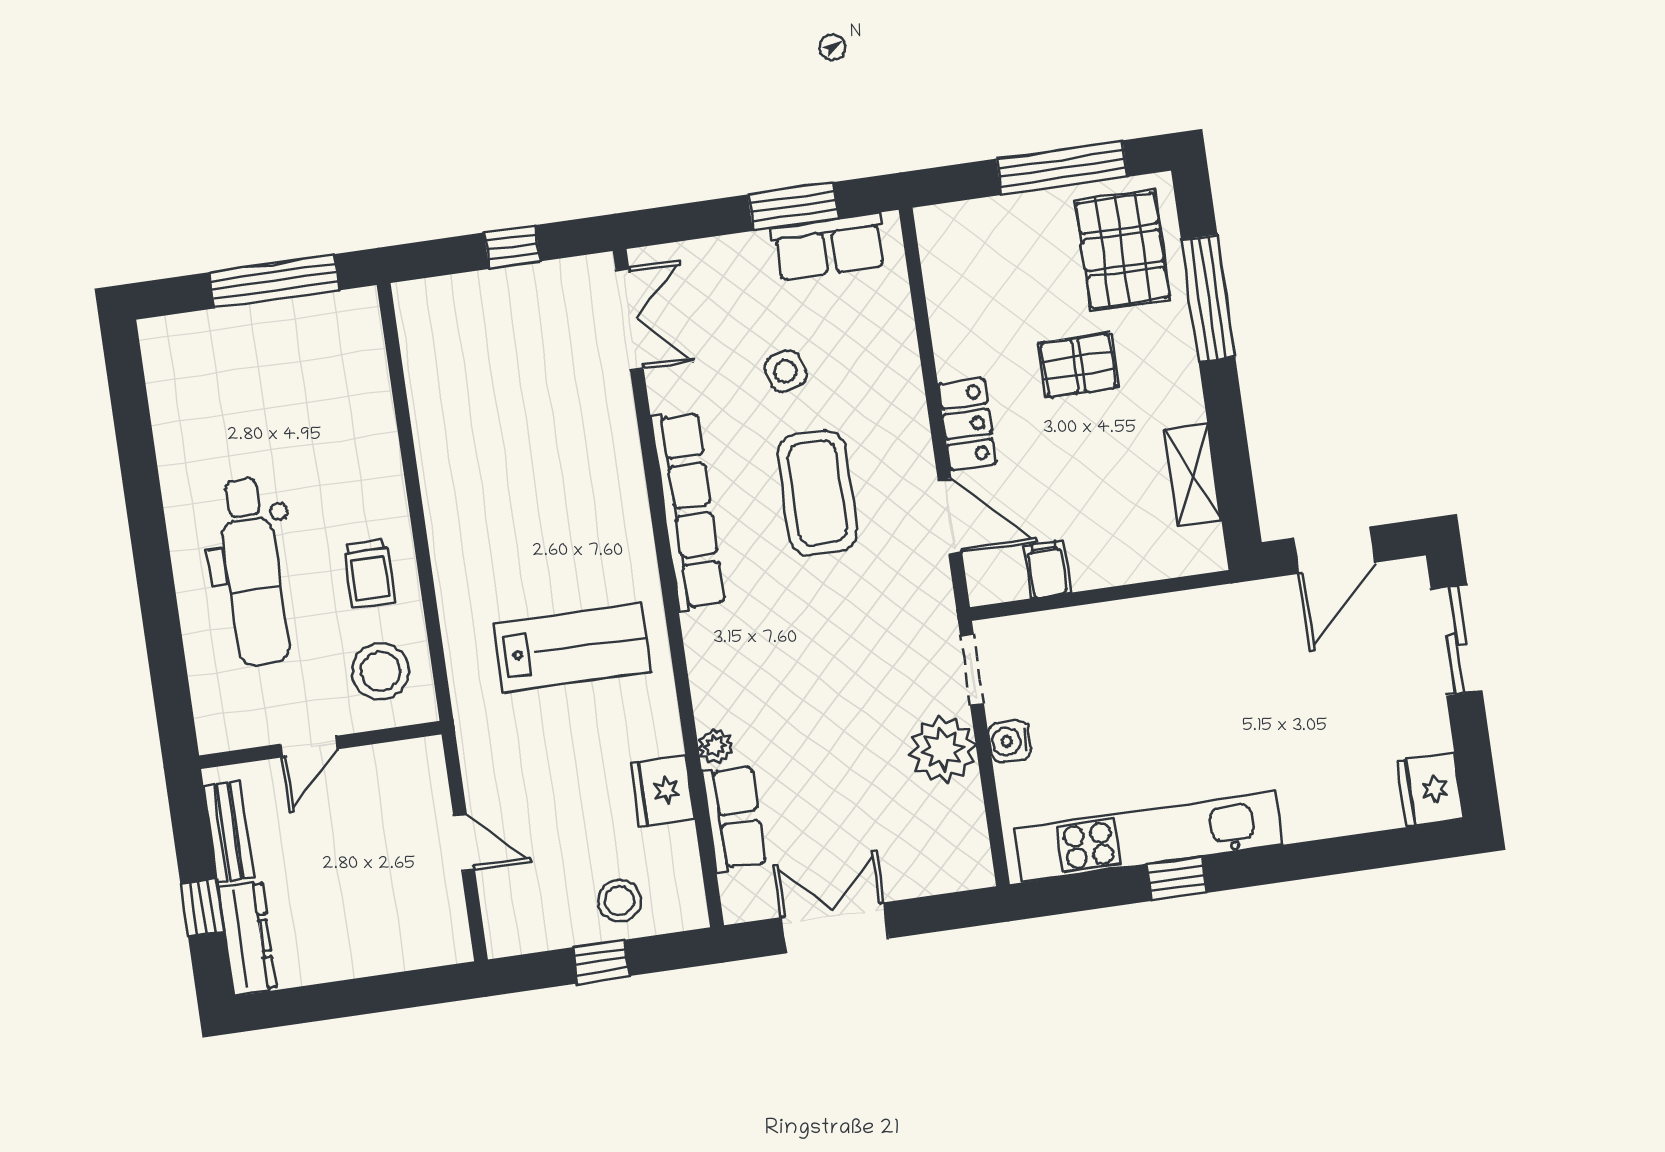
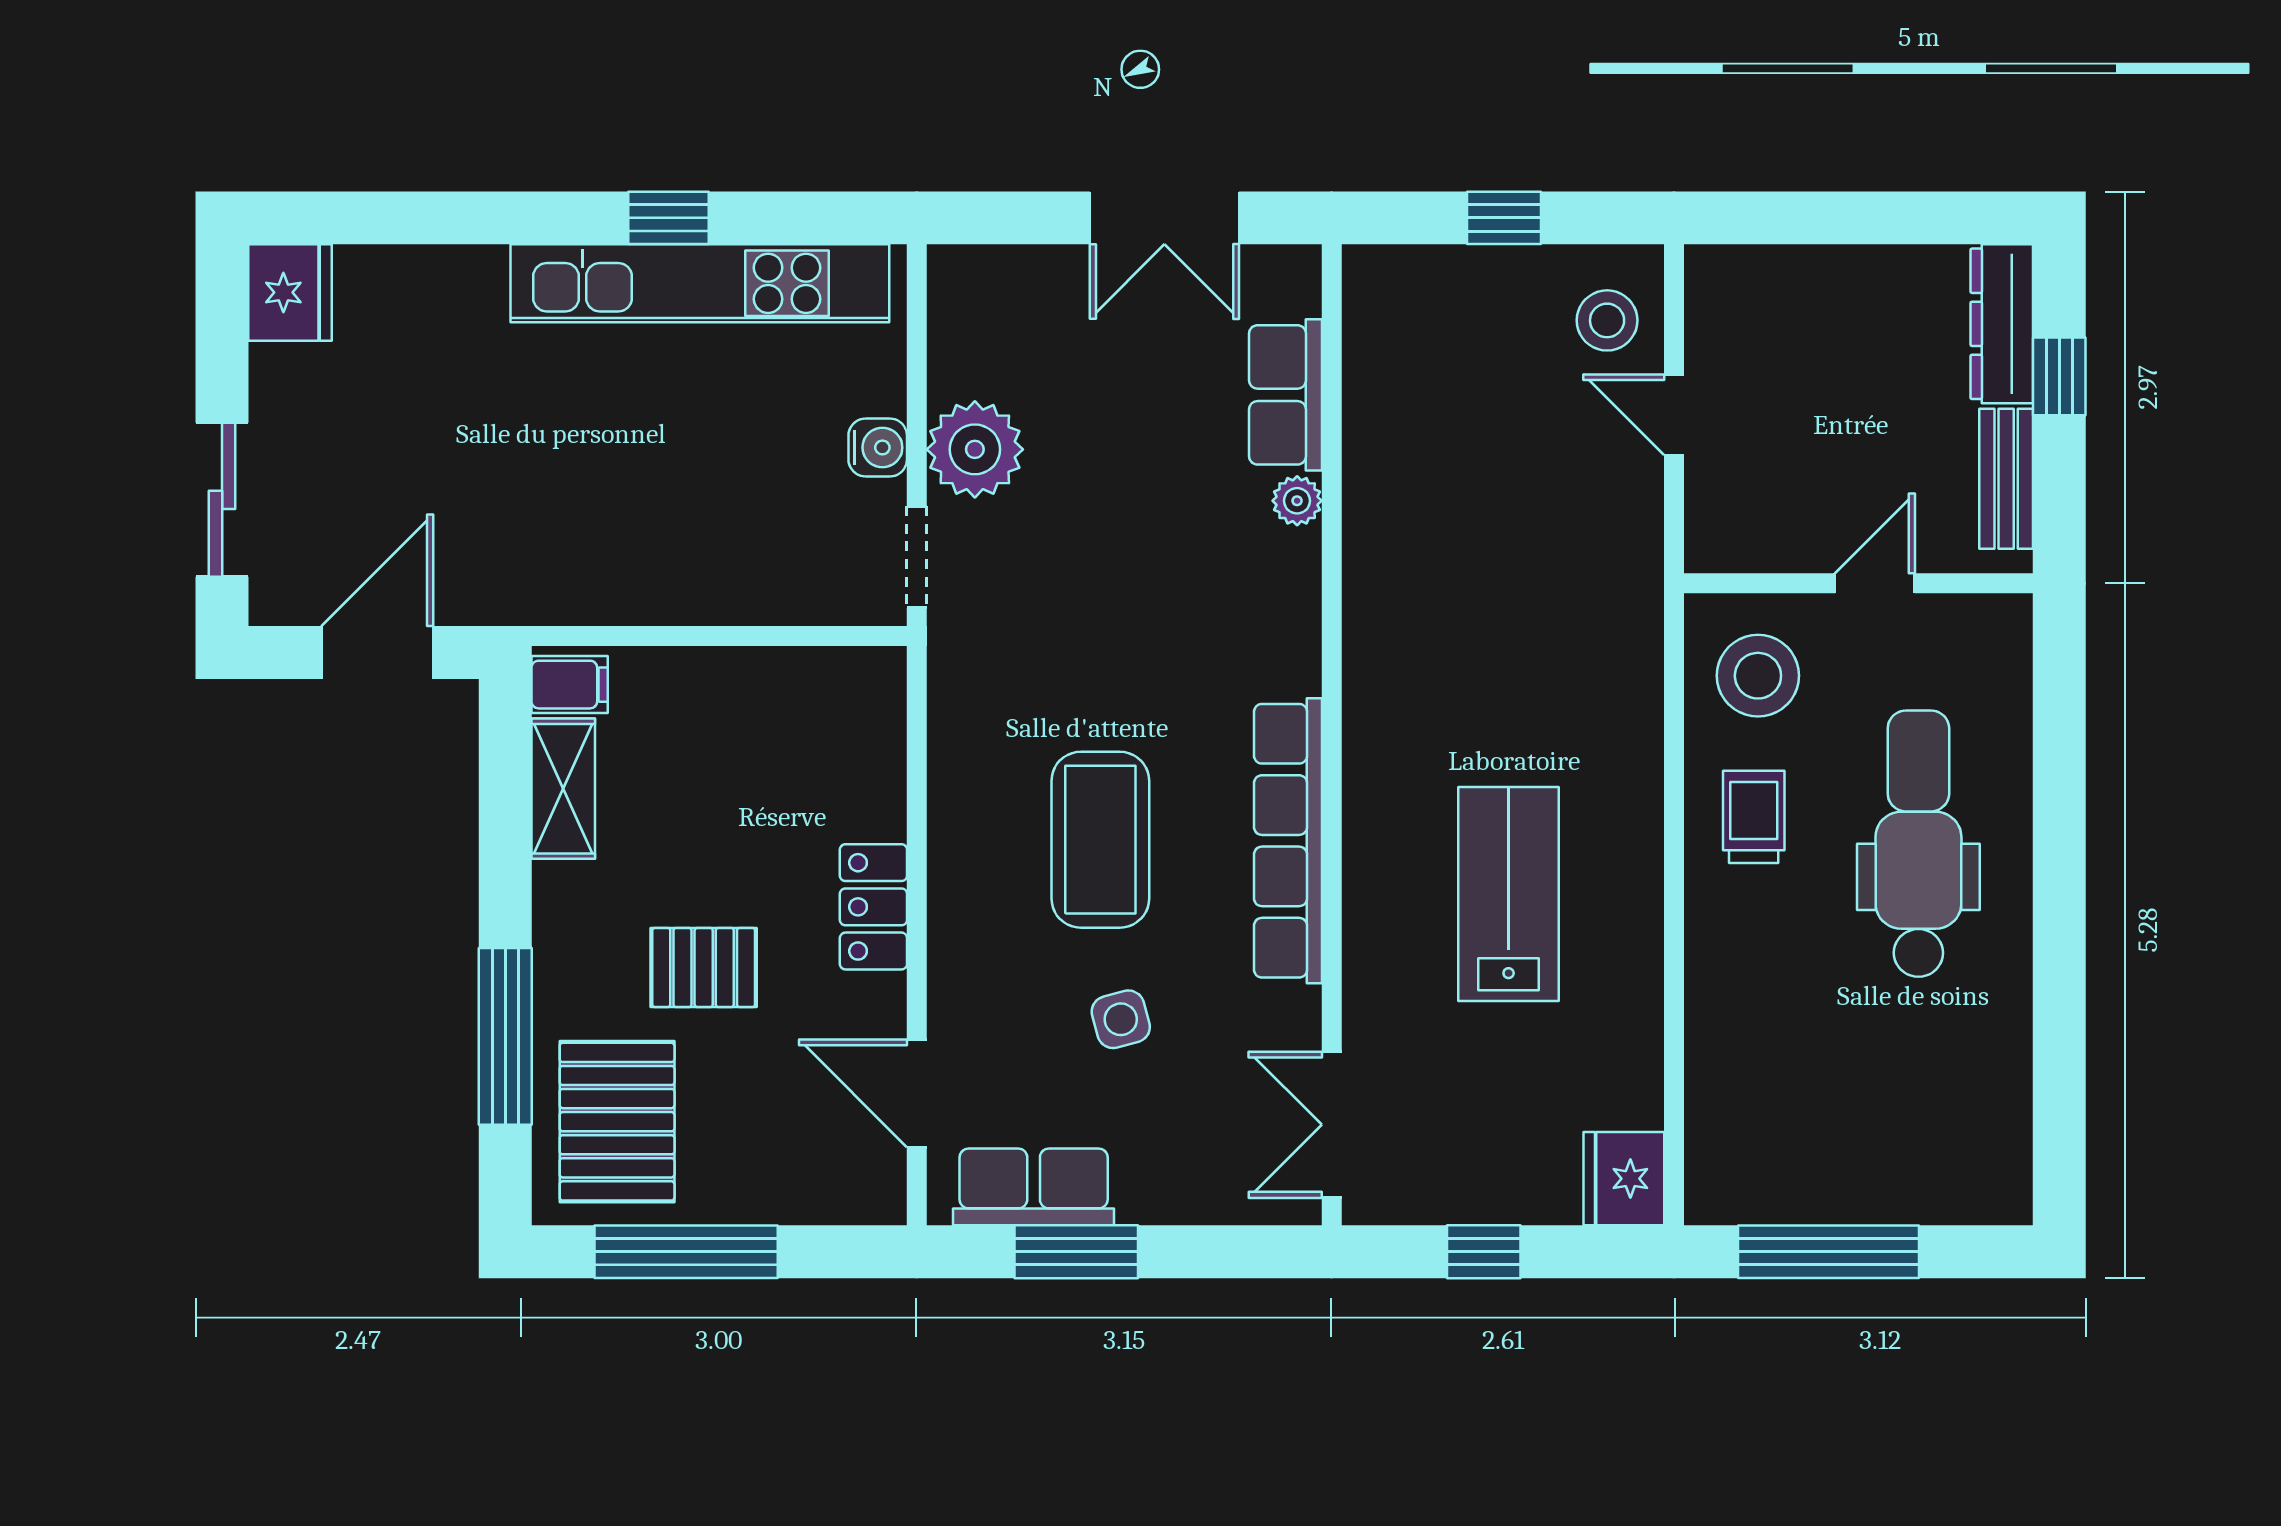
door: (950, 516) -> (917, 1093), moved
filing cabinet: (1047, 569) -> (570, 685), moved, turned -90
lab bench: (573, 647) -> (1509, 894), moved, turned 90
fridge: (662, 791) -> (1624, 1179), moved, turned 180
stool: (620, 901) -> (1607, 320), moved

